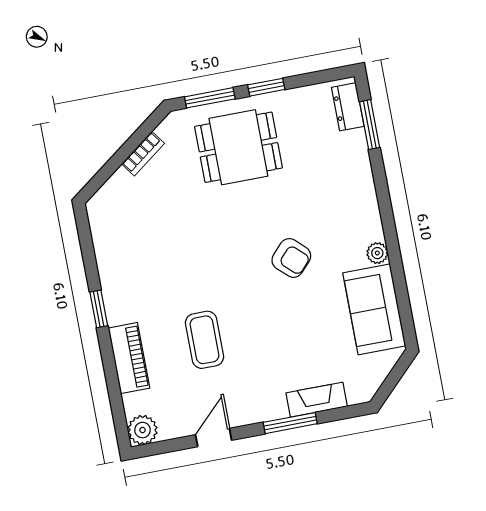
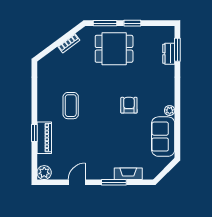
dresser: (348, 107) -> (169, 54), moved
armchair: (291, 258) -> (129, 105), turned -133
window: (99, 309) -> (34, 133), moved
coffee table: (205, 340) -> (71, 106), moved

